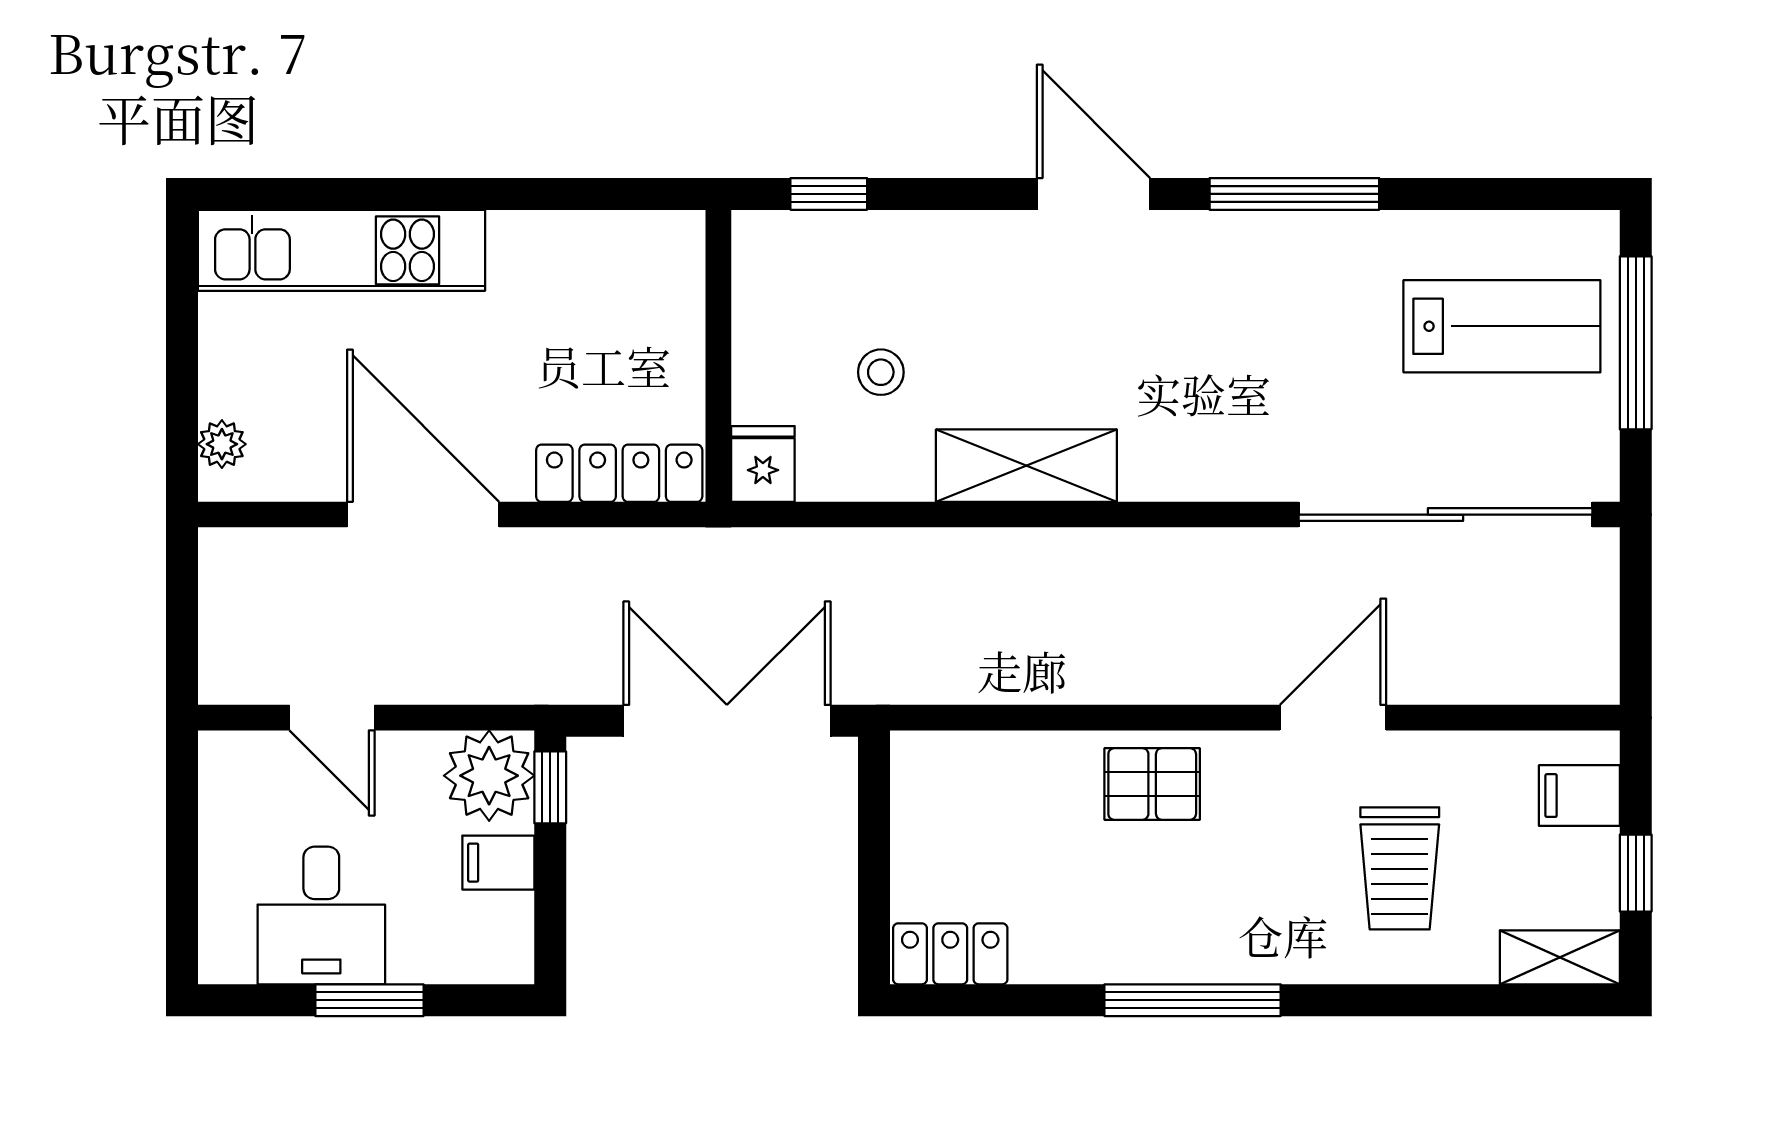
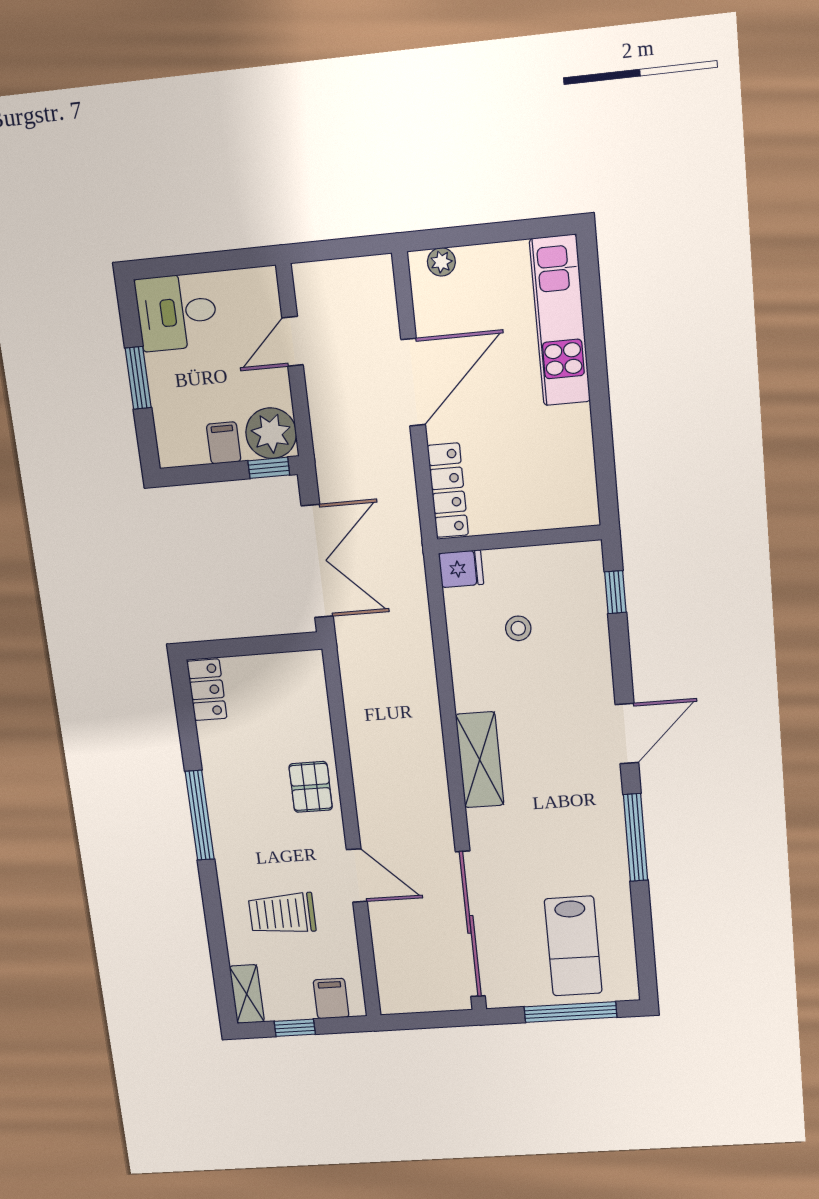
shelving: (1026, 466) -> (480, 760), moved
desk: (321, 916) -> (177, 312), moved

